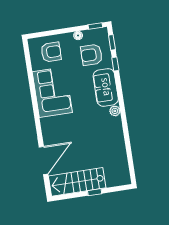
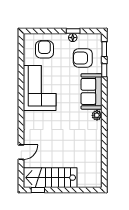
window: (95, 26) -> (73, 31), moved
armchair: (51, 52) -> (44, 49), turned -90
door: (44, 160) -> (21, 152), width x0.53
window: (95, 192) -> (38, 190), moved

